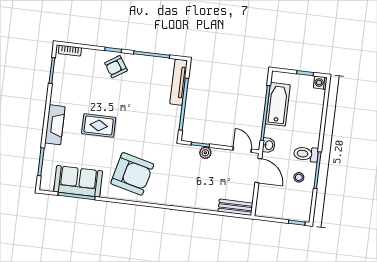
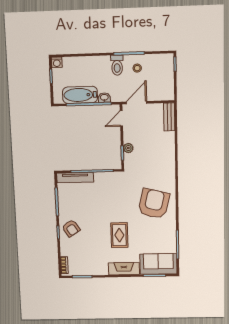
washbasin: (269, 145) -> (104, 98), moved
sofa: (78, 181) -> (158, 264), moved, turned 90

